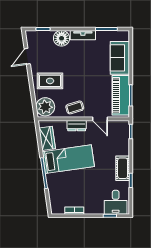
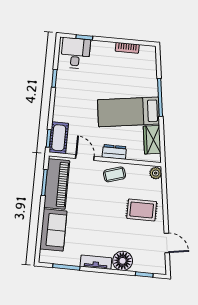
door: (27, 56) -> (167, 243), hinge flipped
plant: (45, 107) -> (156, 173), width x0.53, depth x0.53
cot: (123, 168) -> (59, 138), moved

